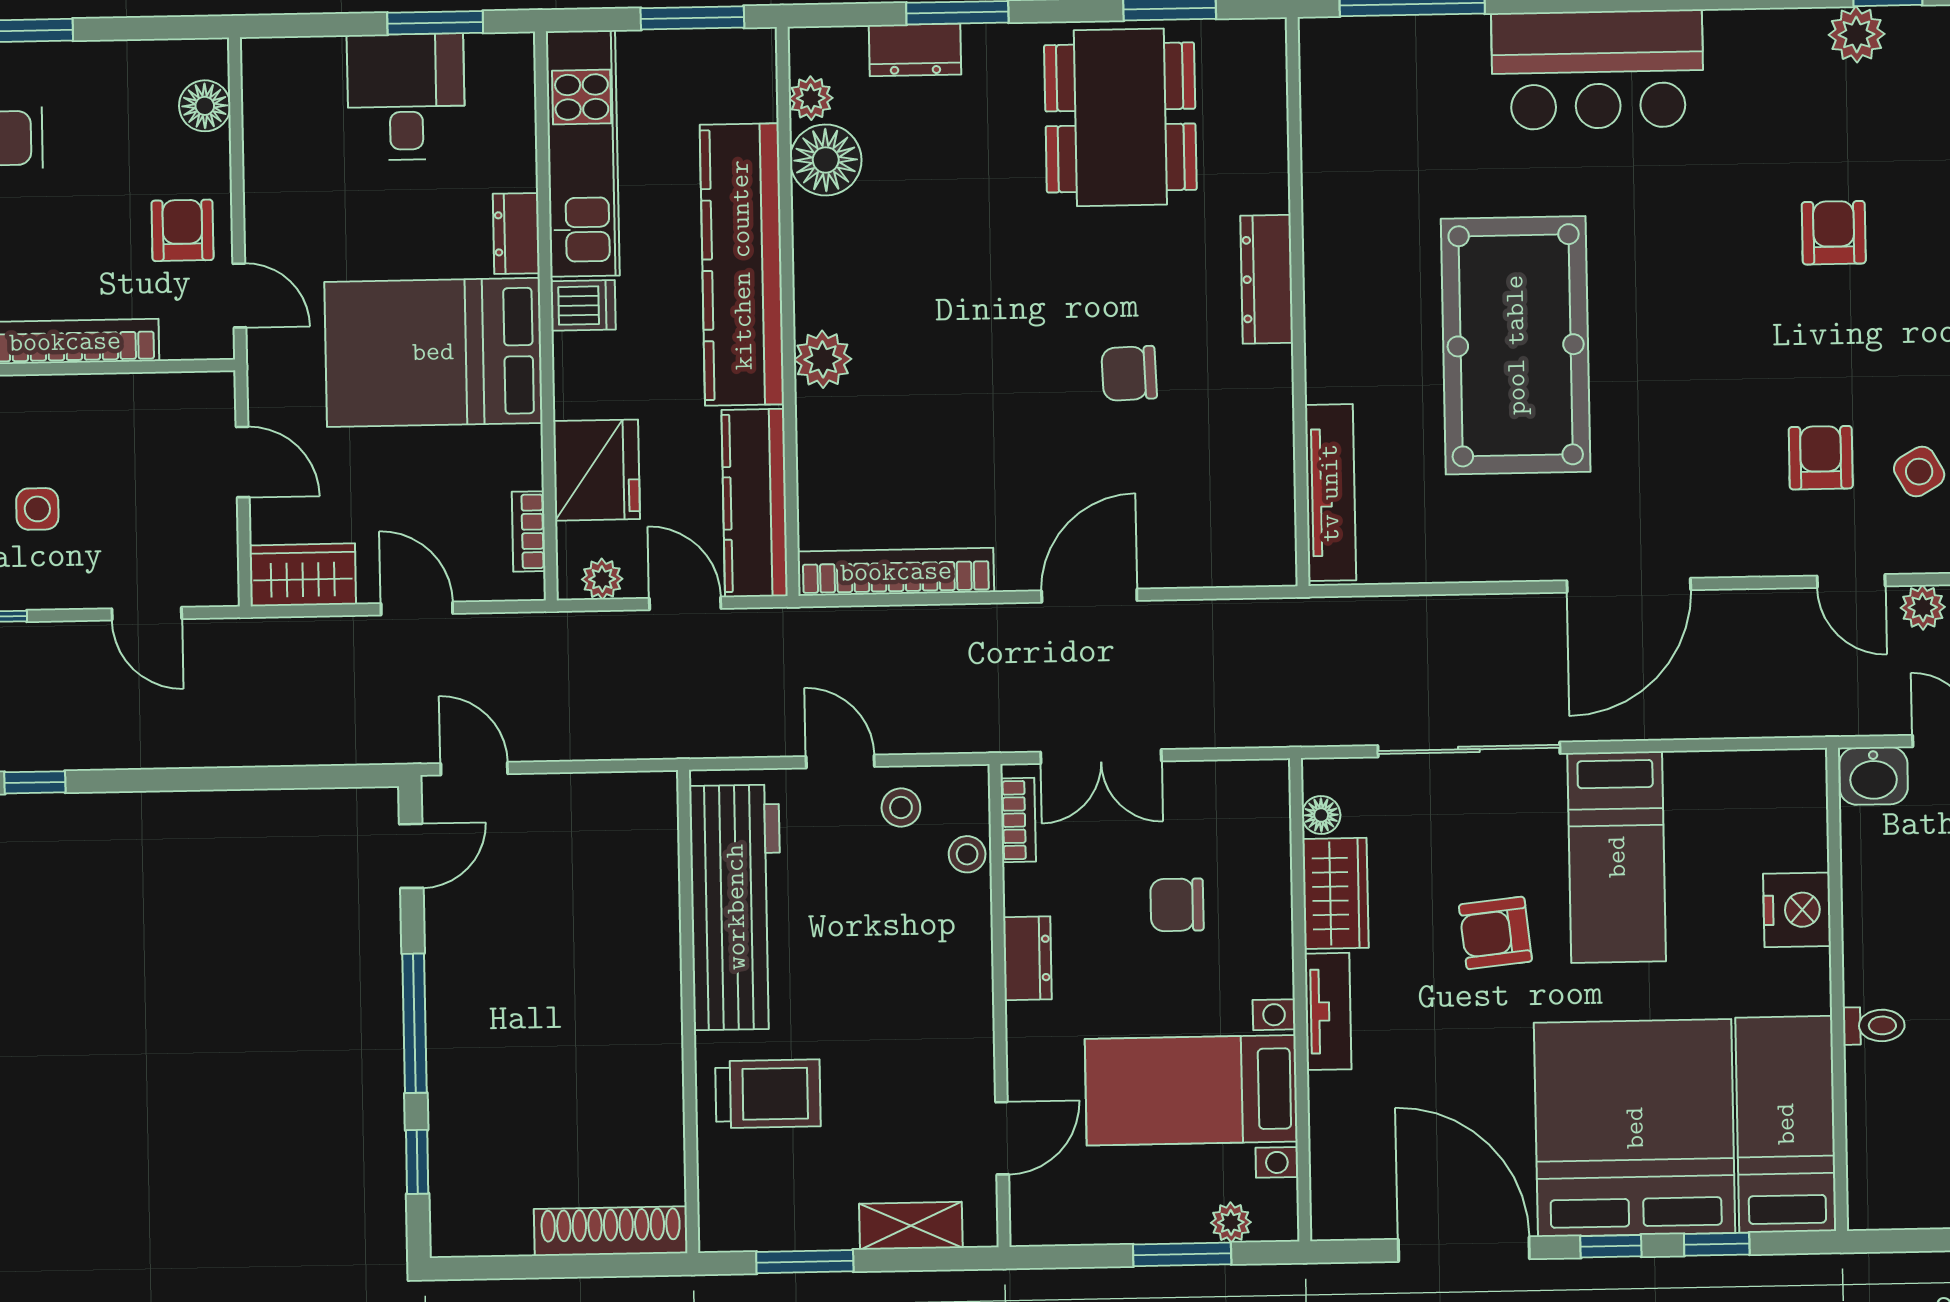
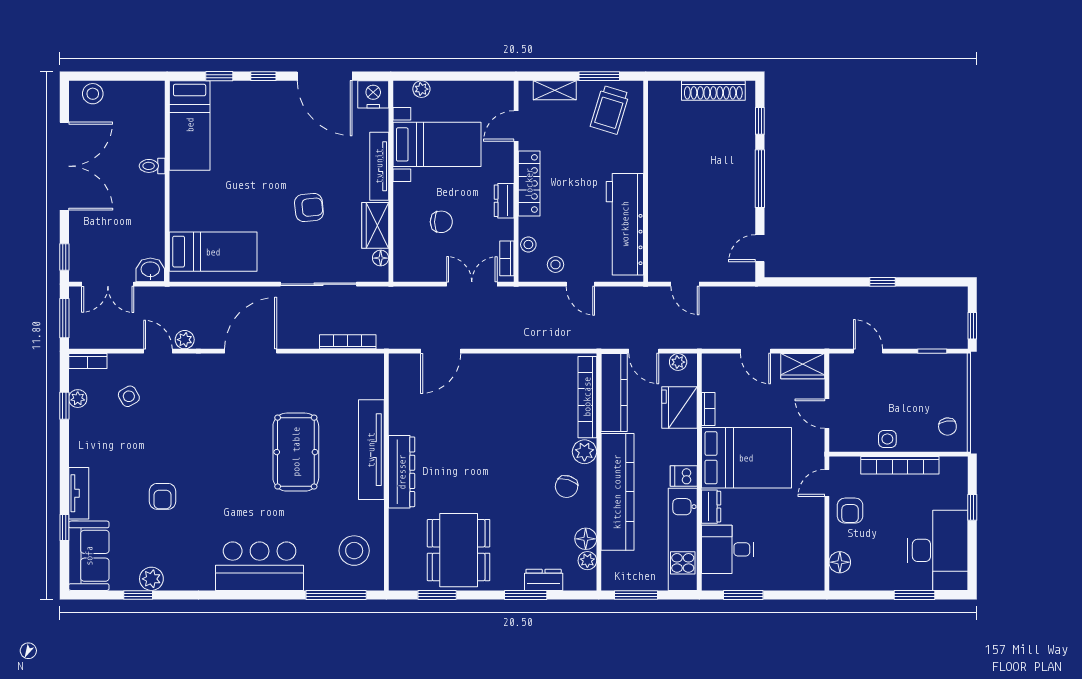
desk: (406, 97) -> (728, 549), moved, turned 90
stool: (1371, 112) -> (354, 551), added
floor lamp: (826, 160) -> (586, 539), width x0.73, depth x0.73
dresser: (1267, 279) -> (402, 472), width x1.37, depth x1.24
door: (239, 295) -> (827, 483), hinge flipped
pool table: (1516, 345) -> (296, 452), width x0.73, depth x0.76
chair: (1129, 373) -> (566, 487), moved, turned 109
armchair: (1821, 458) -> (170, 403), removed
tv unit: (1330, 493) -> (371, 450), moved, width x1.36, depth x1.29
side table: (37, 509) -> (887, 439), moved
bookcase: (529, 531) -> (708, 409), moved
bookcase: (896, 572) -> (587, 397), moved, turned 90
door: (1089, 596) -> (441, 351), moved
plant: (1923, 607) -> (185, 340), moved
bookcase: (1396, 612) -> (348, 342), added
door: (474, 769) -> (685, 284), moved
window: (35, 782) -> (883, 282), moved
bed: (1617, 857) -> (213, 252), moved, turned 90
nightstand: (1797, 910) -> (373, 94), moved, turned 90
locker: (968, 1001) -> (529, 183), added
tv unit: (1328, 1011) -> (379, 166), width x1.41
trolley: (768, 1094) -> (610, 110), moved, turned -73
bed: (1635, 1128) -> (253, 125), removed
shoe rack: (611, 1231) -> (713, 90), moved
window: (1182, 1254) -> (442, 76), removed

